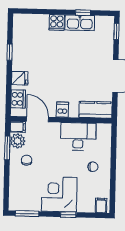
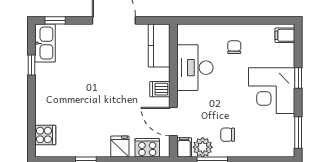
cooker: (57, 22) -> (45, 135), moved
kitchen sink: (80, 23) -> (45, 43), moved
door: (38, 119) -> (173, 122), hinge flipped

